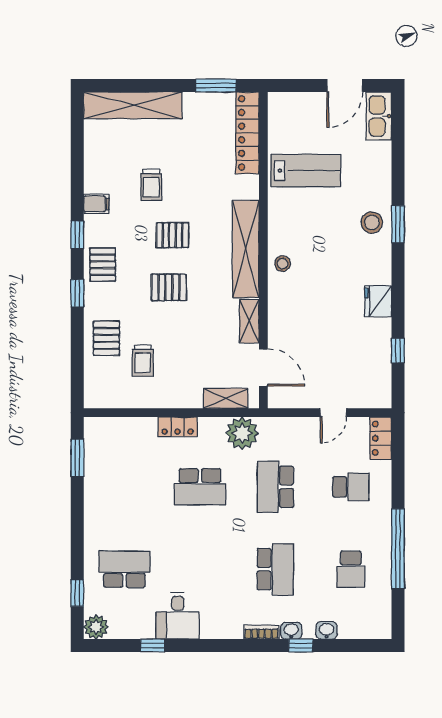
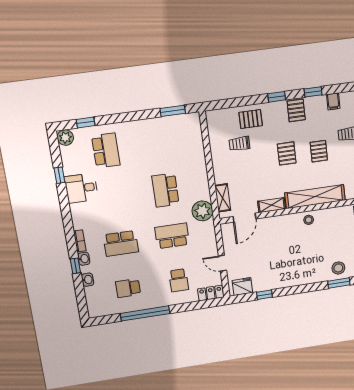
pallet: (103, 265) -> (296, 110), turned 90
fridge: (378, 301) -> (242, 287), moved
locker: (178, 427) -> (201, 171), removed

